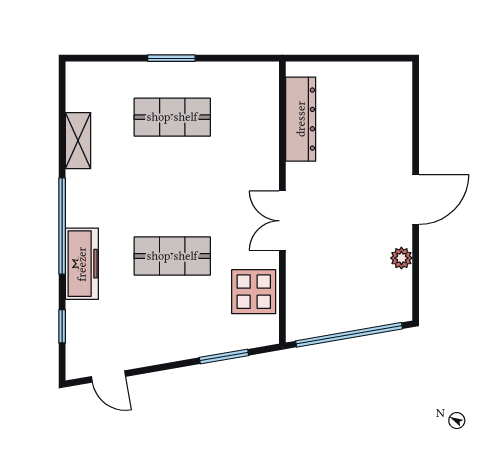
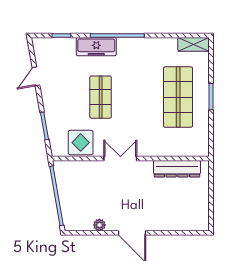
shop shelf: (172, 117) -> (178, 97), width x1.43, depth x1.36
shelving: (78, 141) -> (194, 44), moved
door: (108, 376) -> (36, 76), moved

